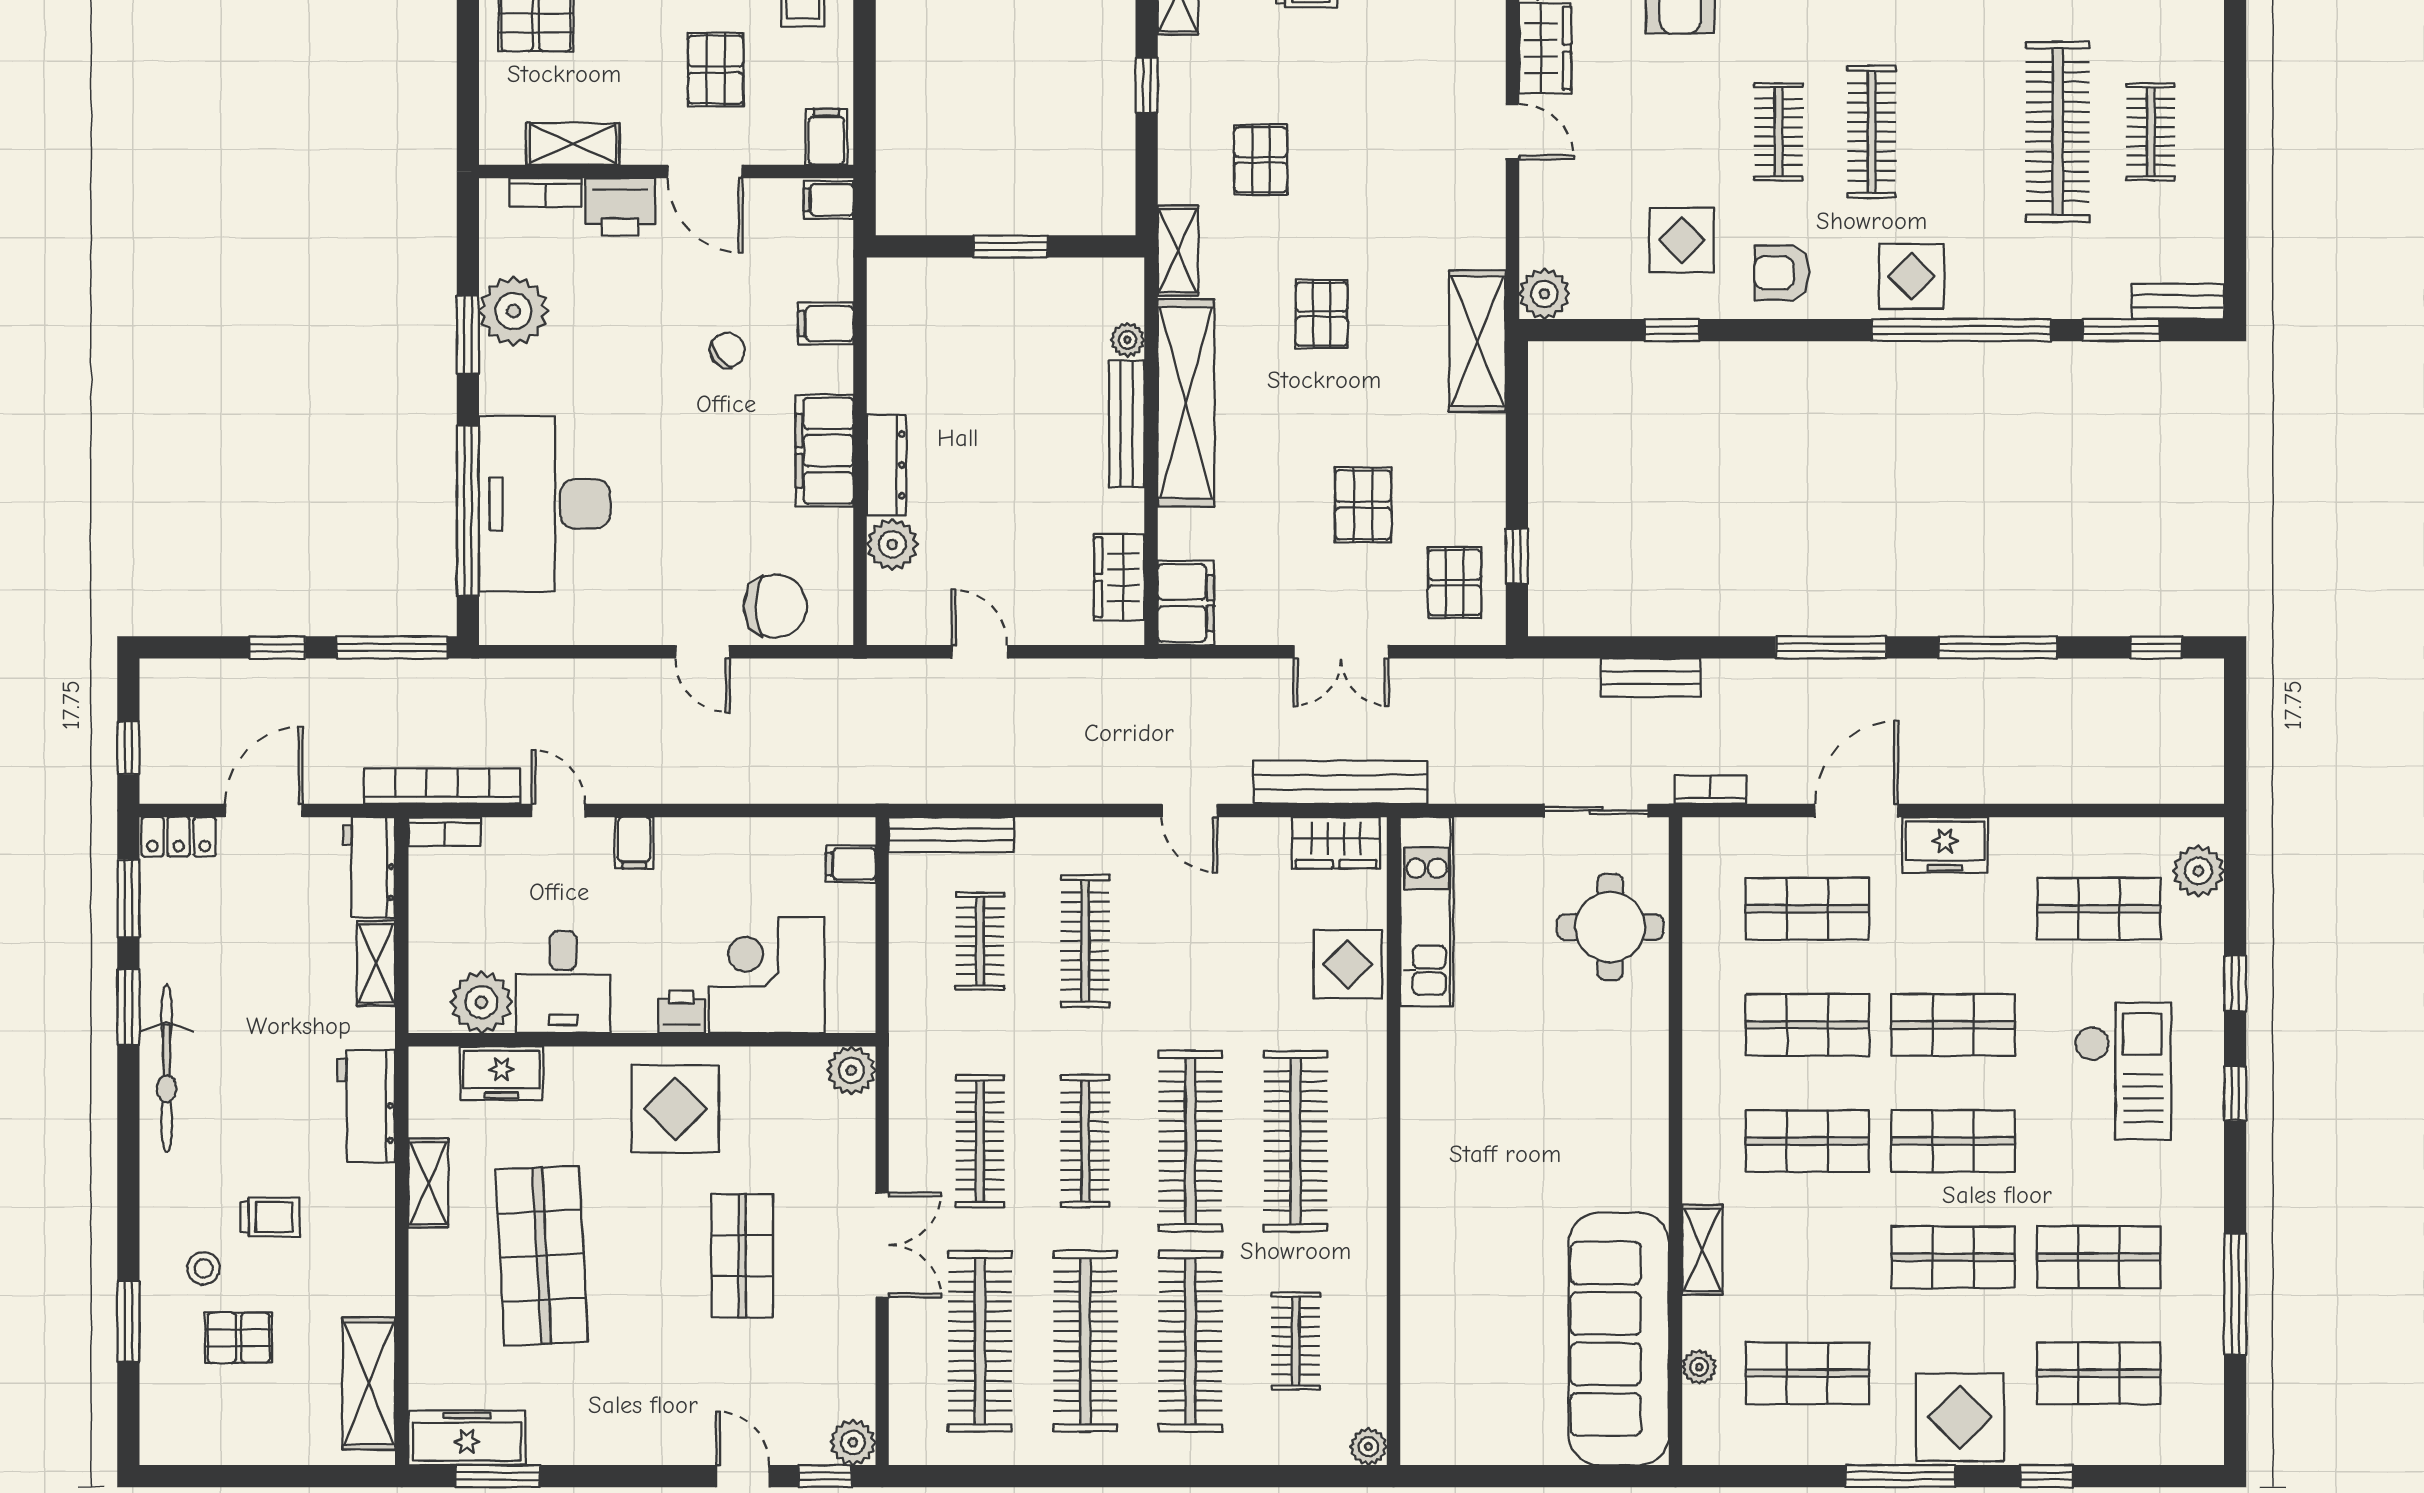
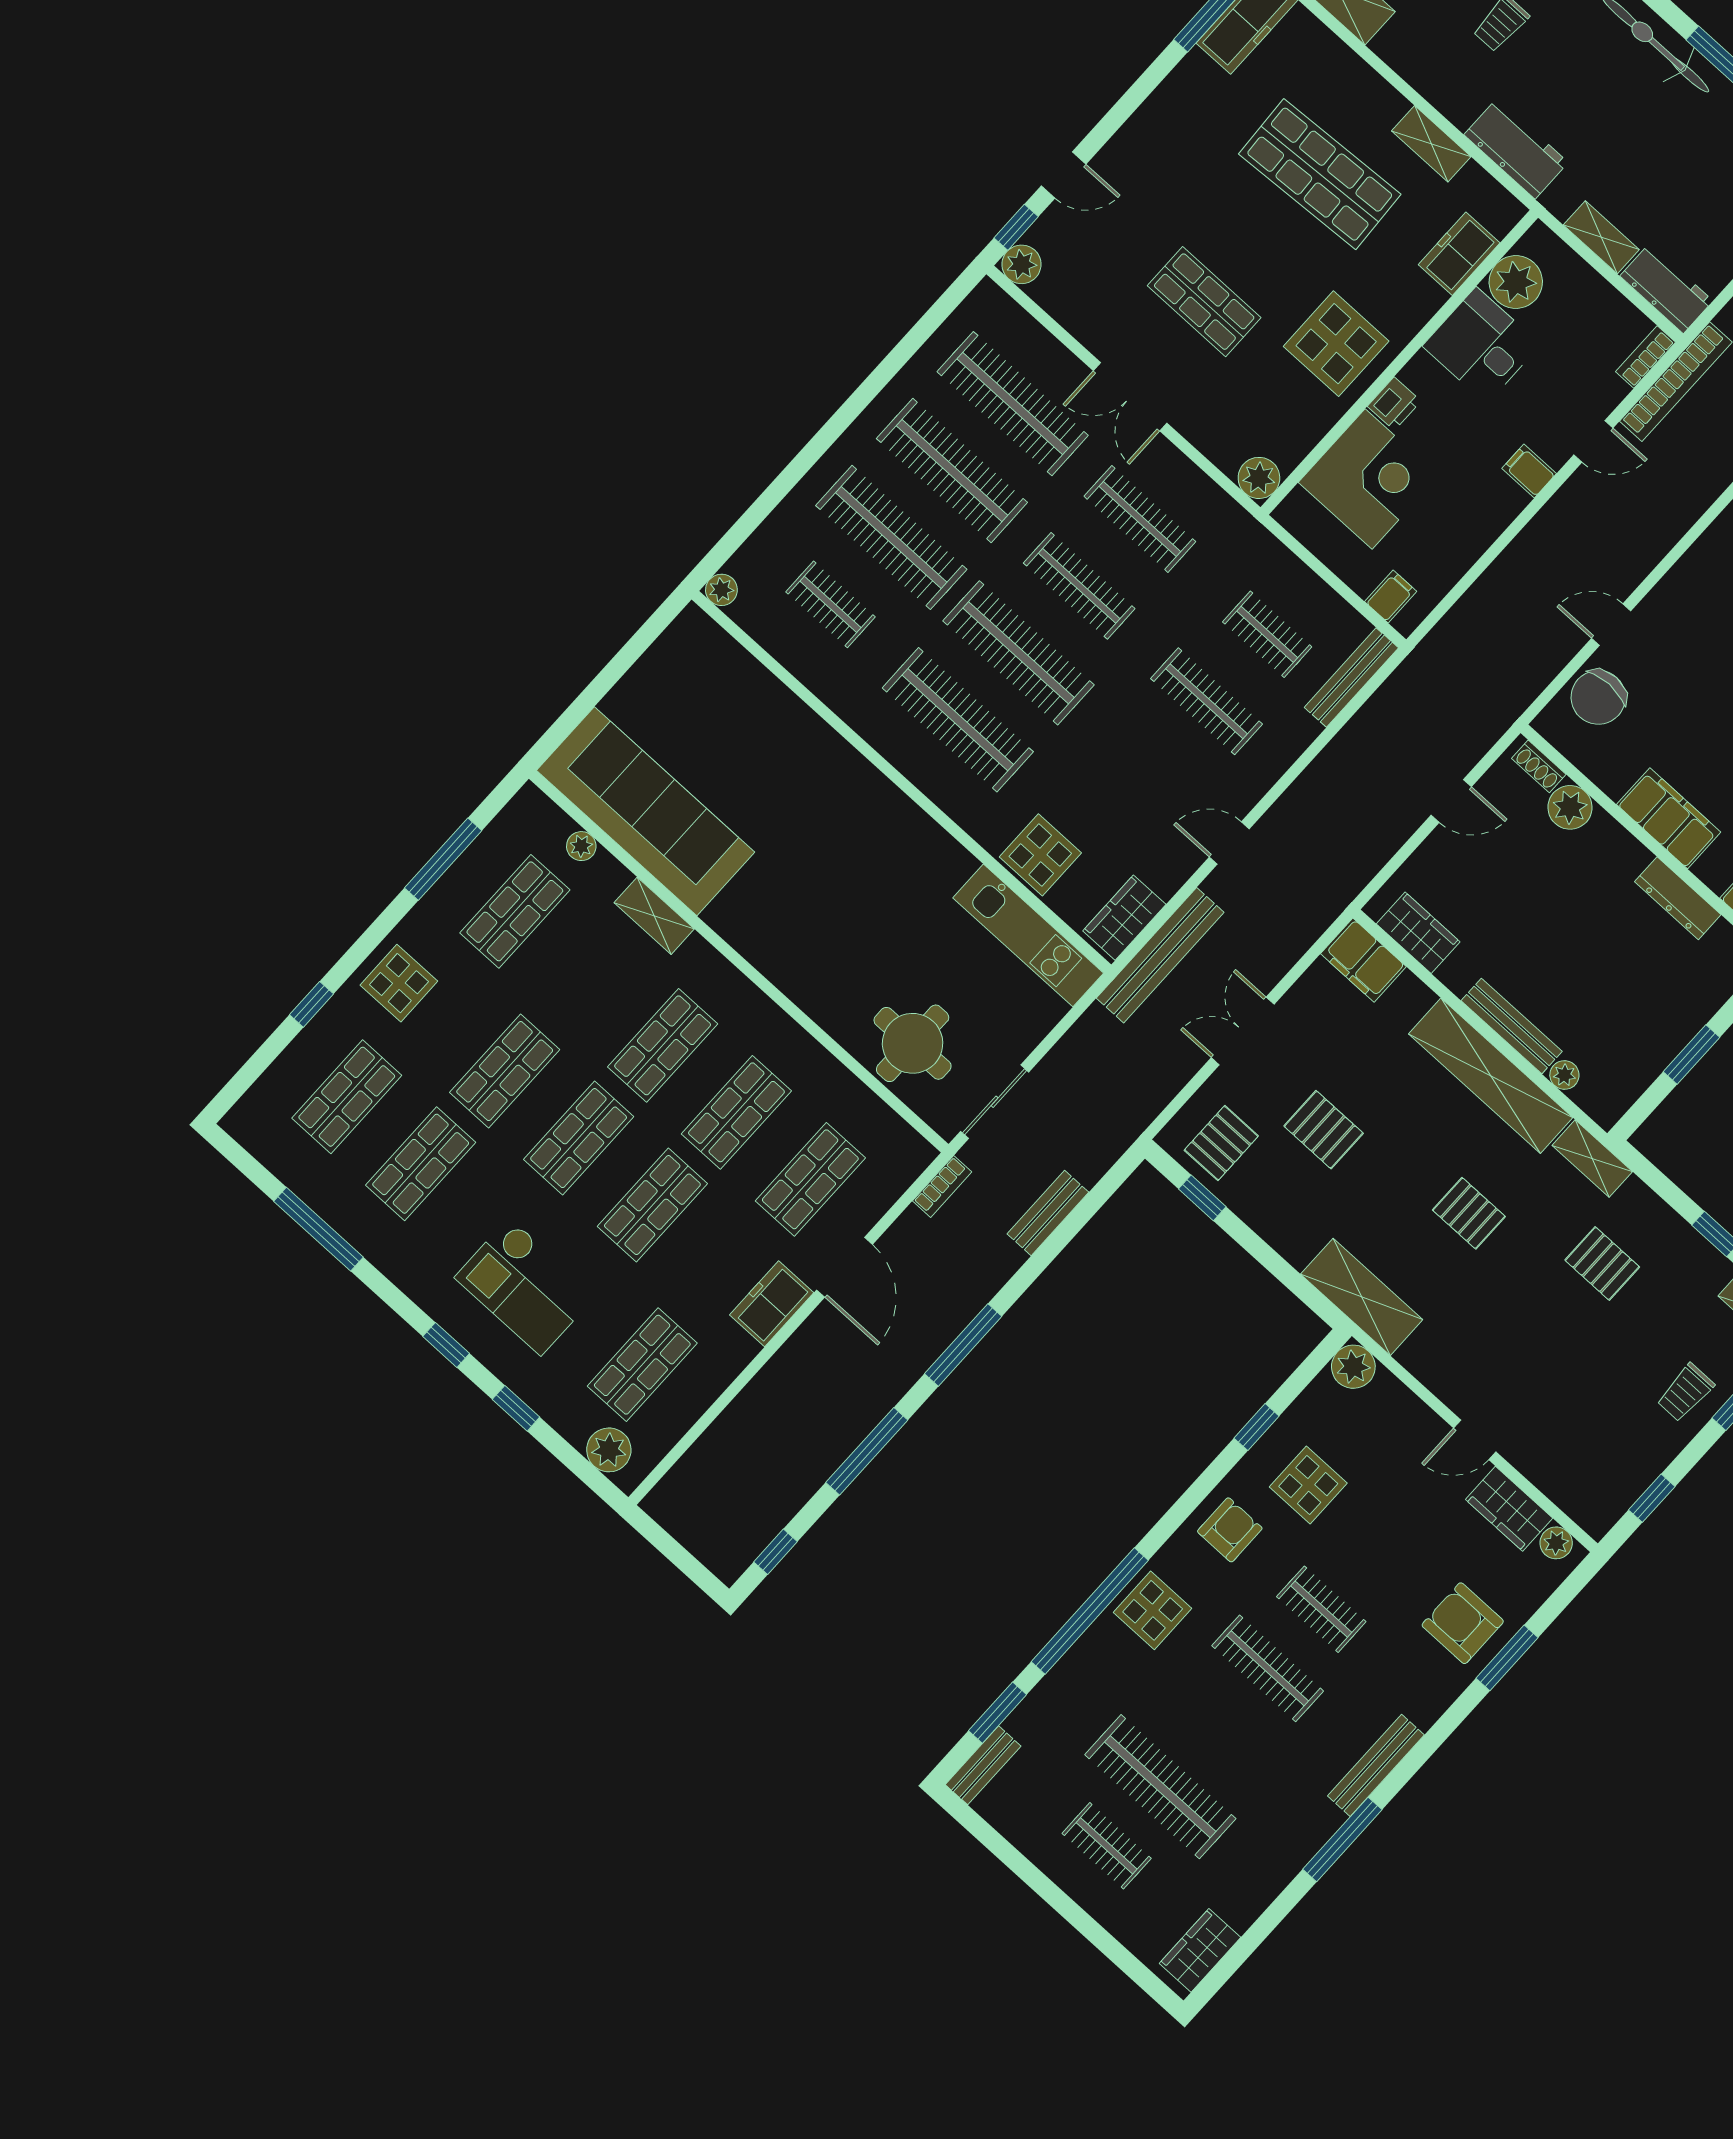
dresser: (886, 465) -> (1678, 898), moved
pallet: (1455, 583) -> (1221, 1143), turned 90
shoe rack: (881, 603) -> (1539, 766), added
display table: (1960, 1417) -> (399, 983), width x0.73, depth x0.73
window: (1901, 1476) -> (443, 859), moved

